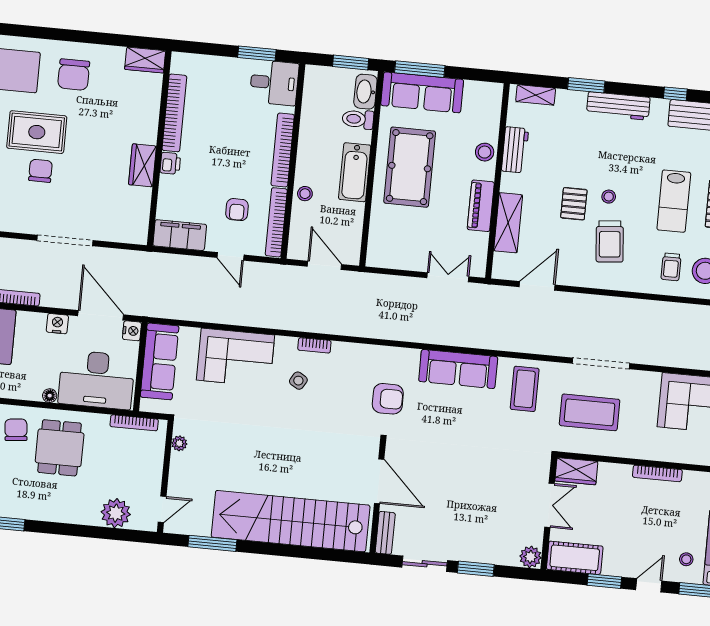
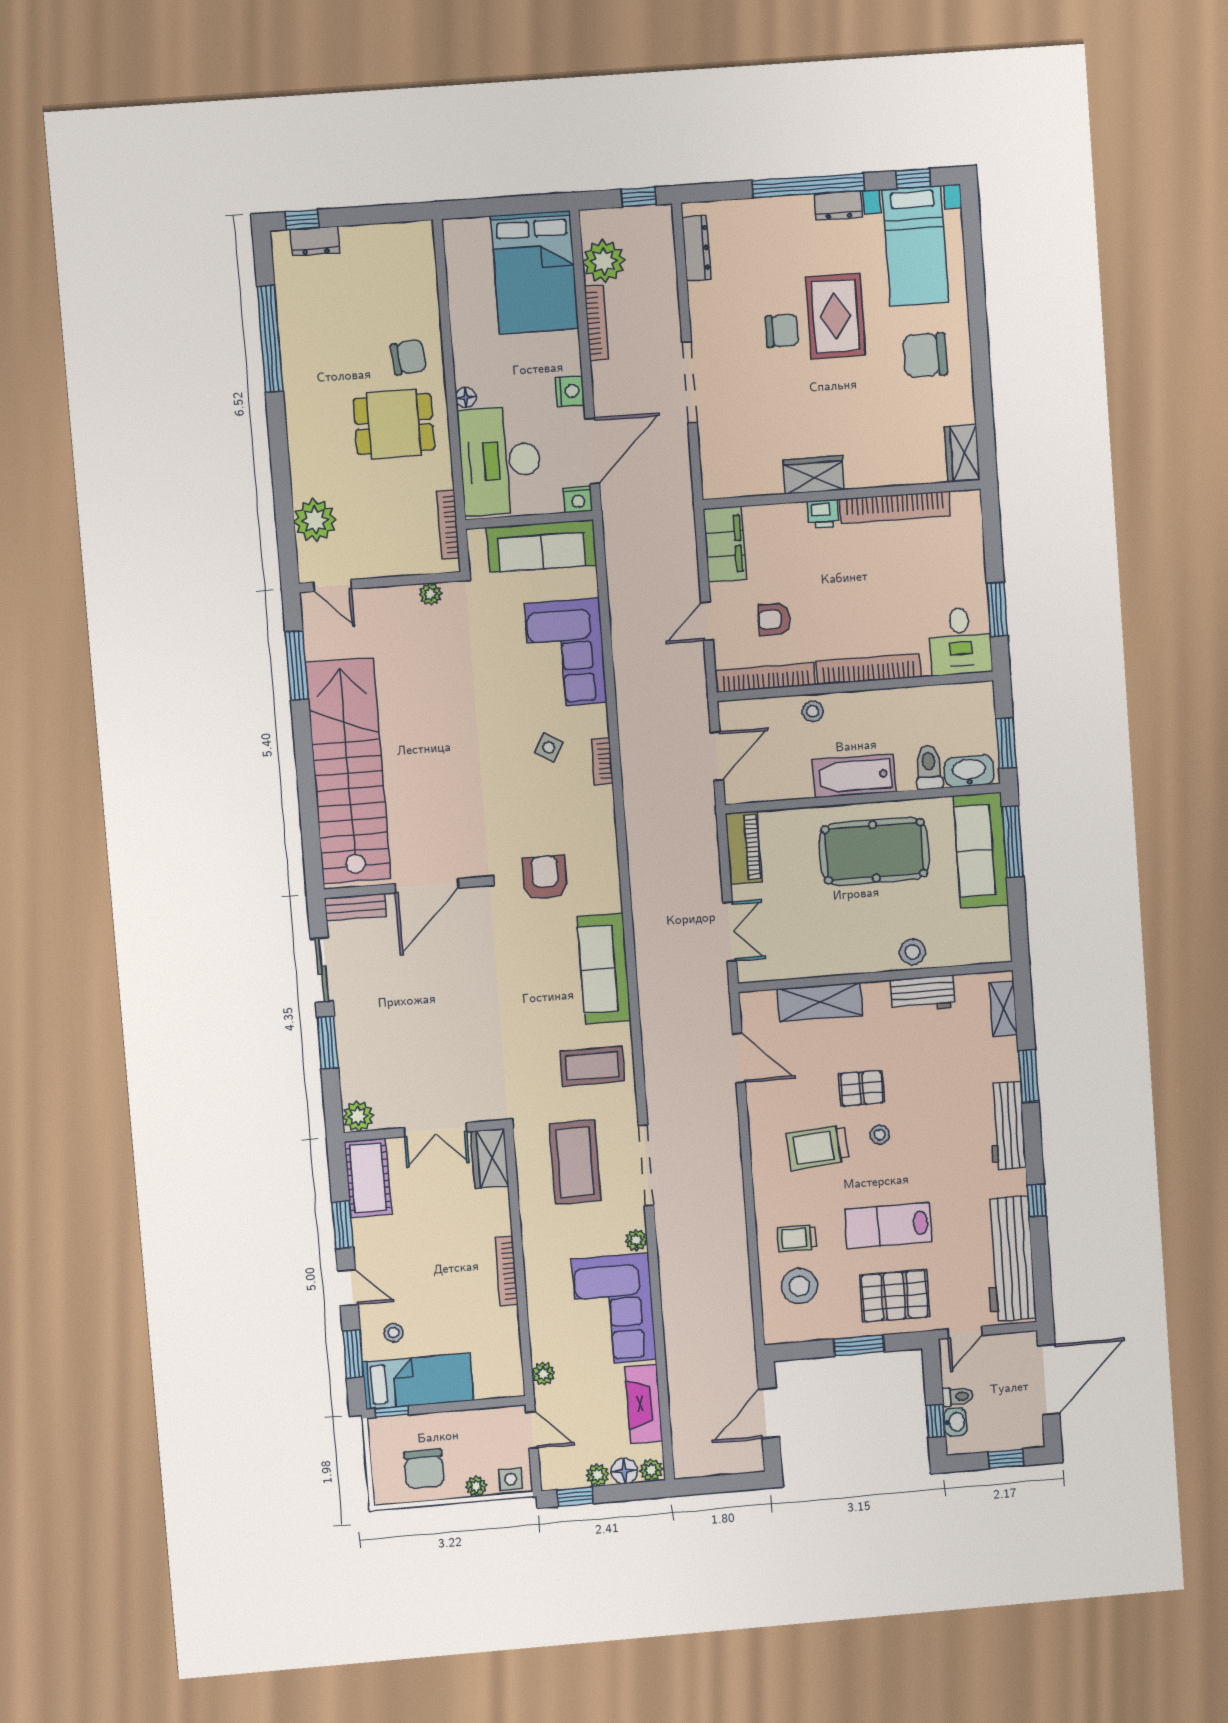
piano: (481, 206) -> (744, 848), moved, turned 90
plant: (652, 379) -> (636, 1240), added
armchair: (388, 399) -> (545, 878), turned 180

